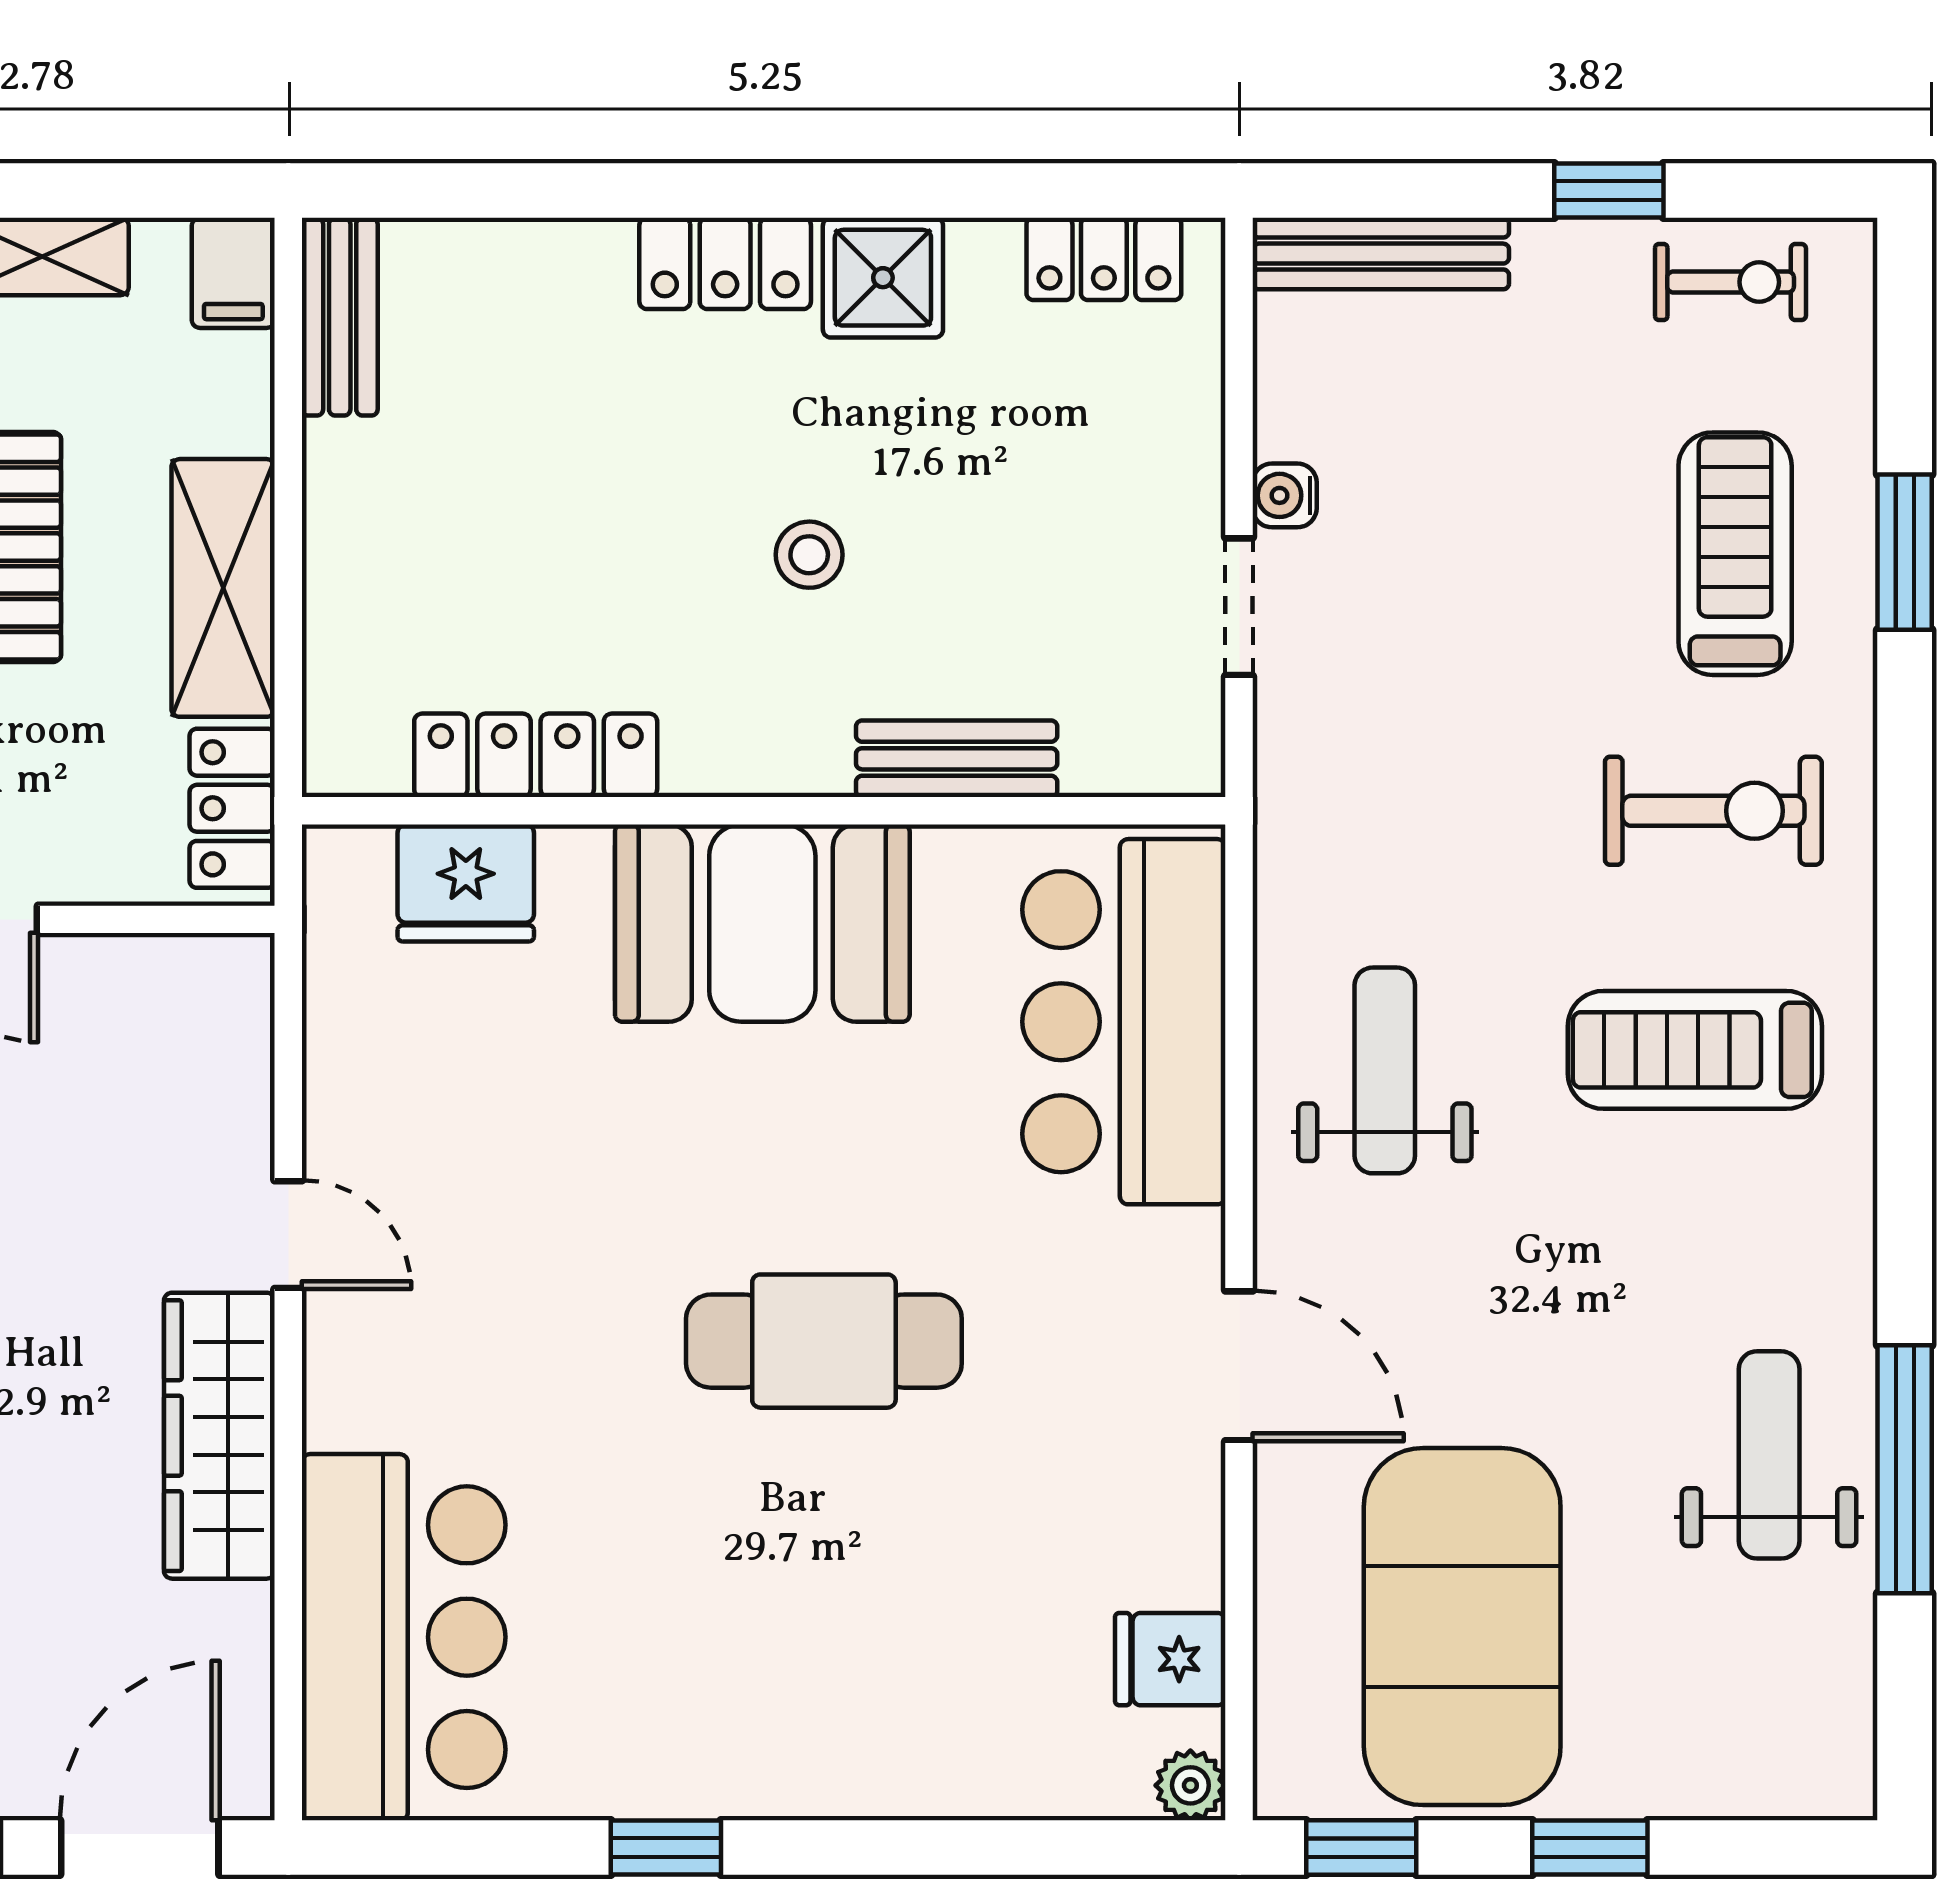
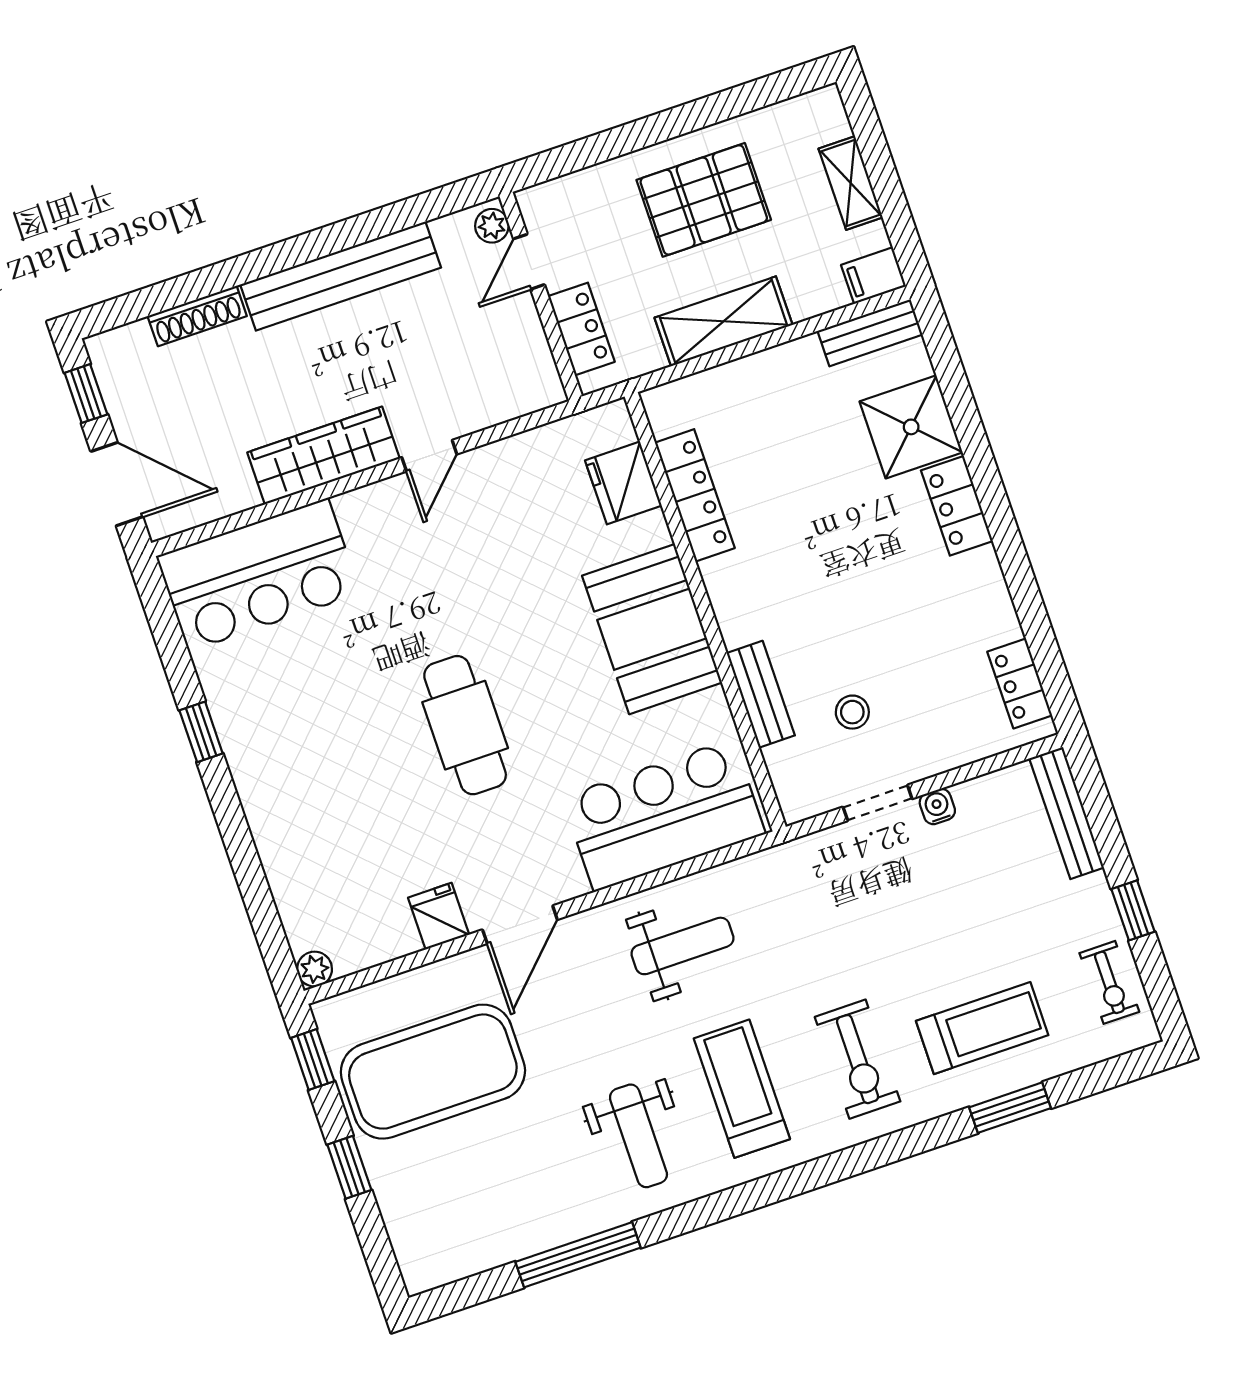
shower: (883, 278) -> (911, 427), moved, width x1.36, depth x1.36
stool: (809, 555) -> (852, 712), moved
locker: (232, 808) -> (581, 329), moved, turned 90
weight bench: (1769, 1455) -> (638, 1136), moved, turned 90
fridge: (1170, 1659) -> (439, 916), moved

